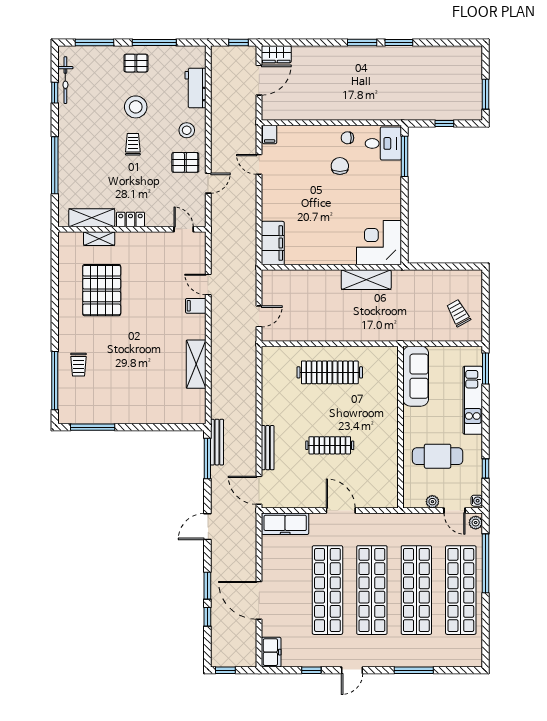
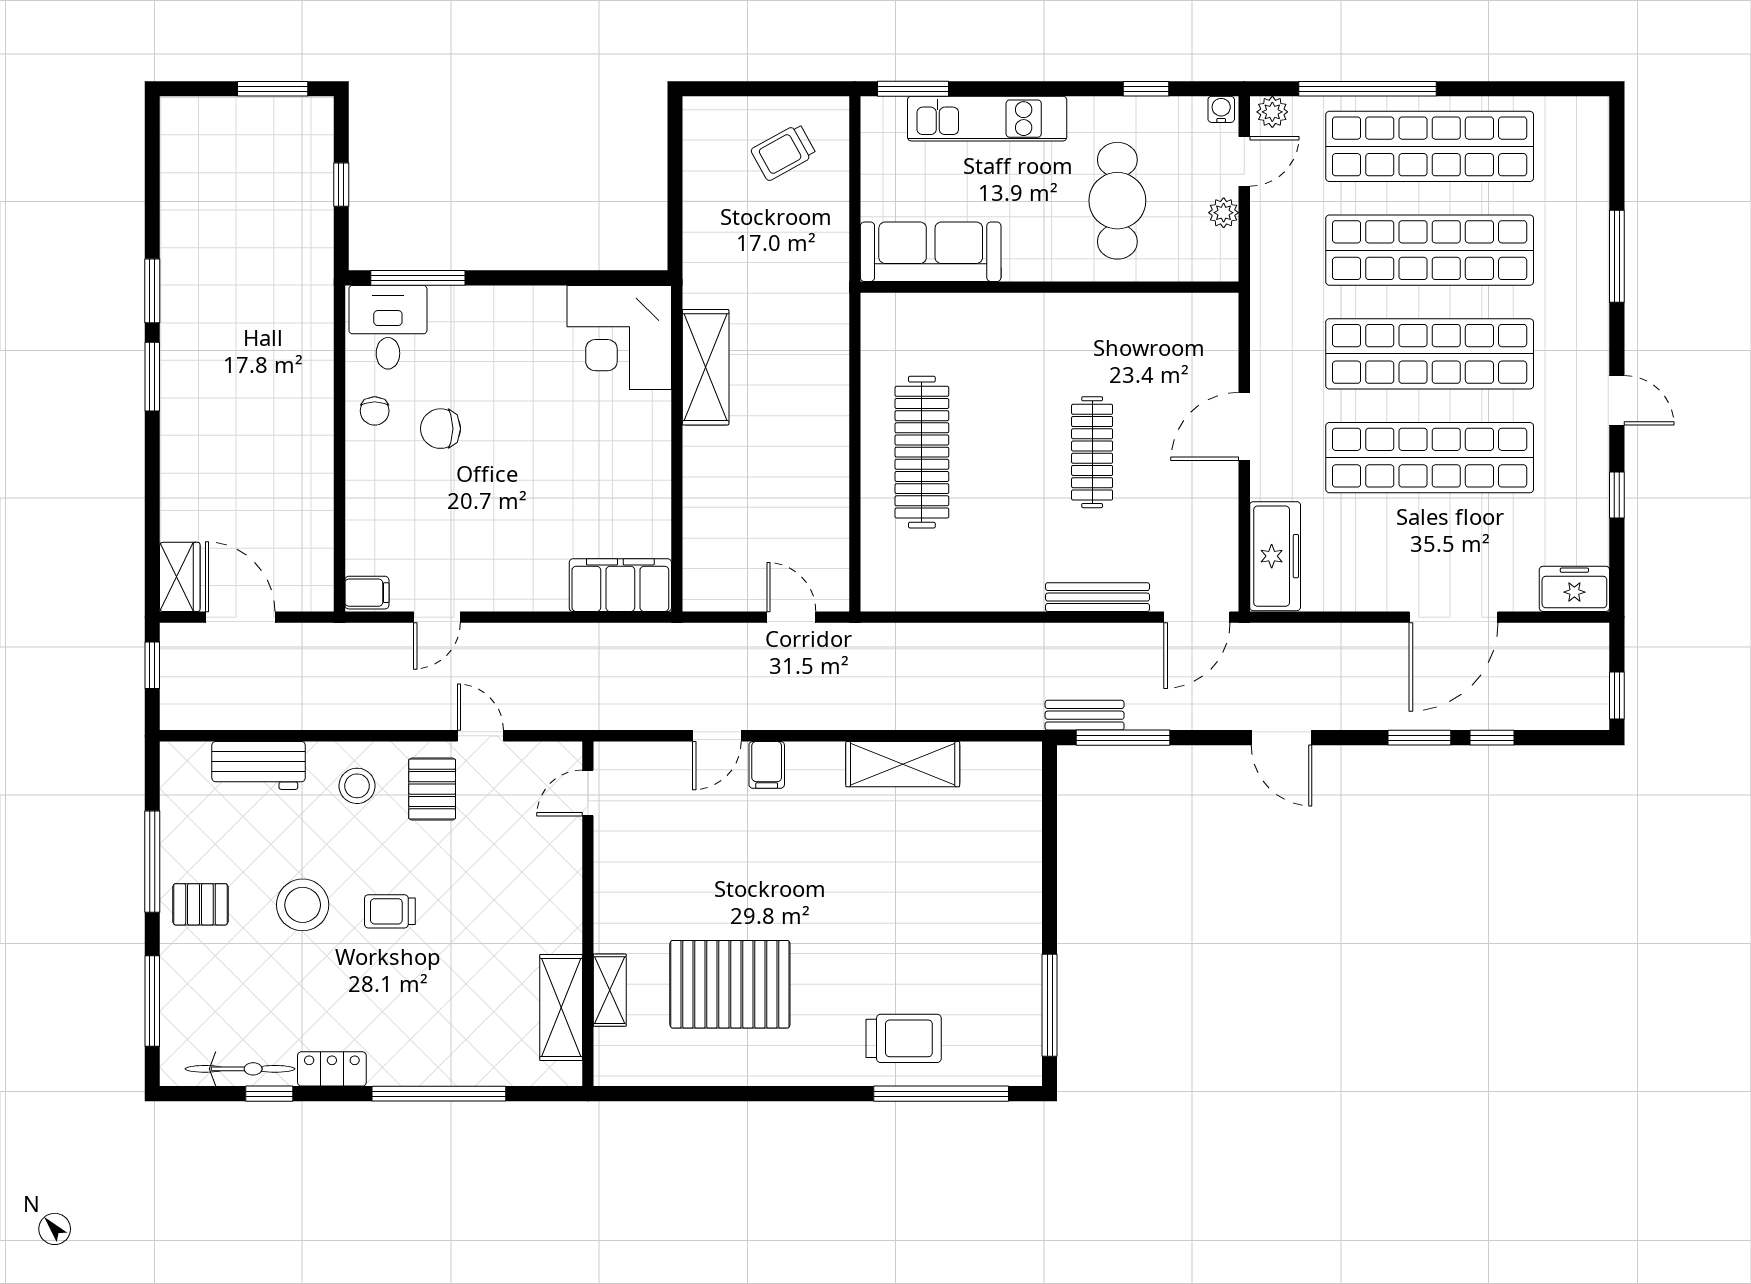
pallet: (136, 63) -> (200, 904), turned 90
locker: (130, 219) -> (332, 1069), moved, turned 90
trolley: (78, 365) -> (904, 1038), width x1.36, depth x1.39
bench: (217, 442) -> (1085, 715), width x0.73

